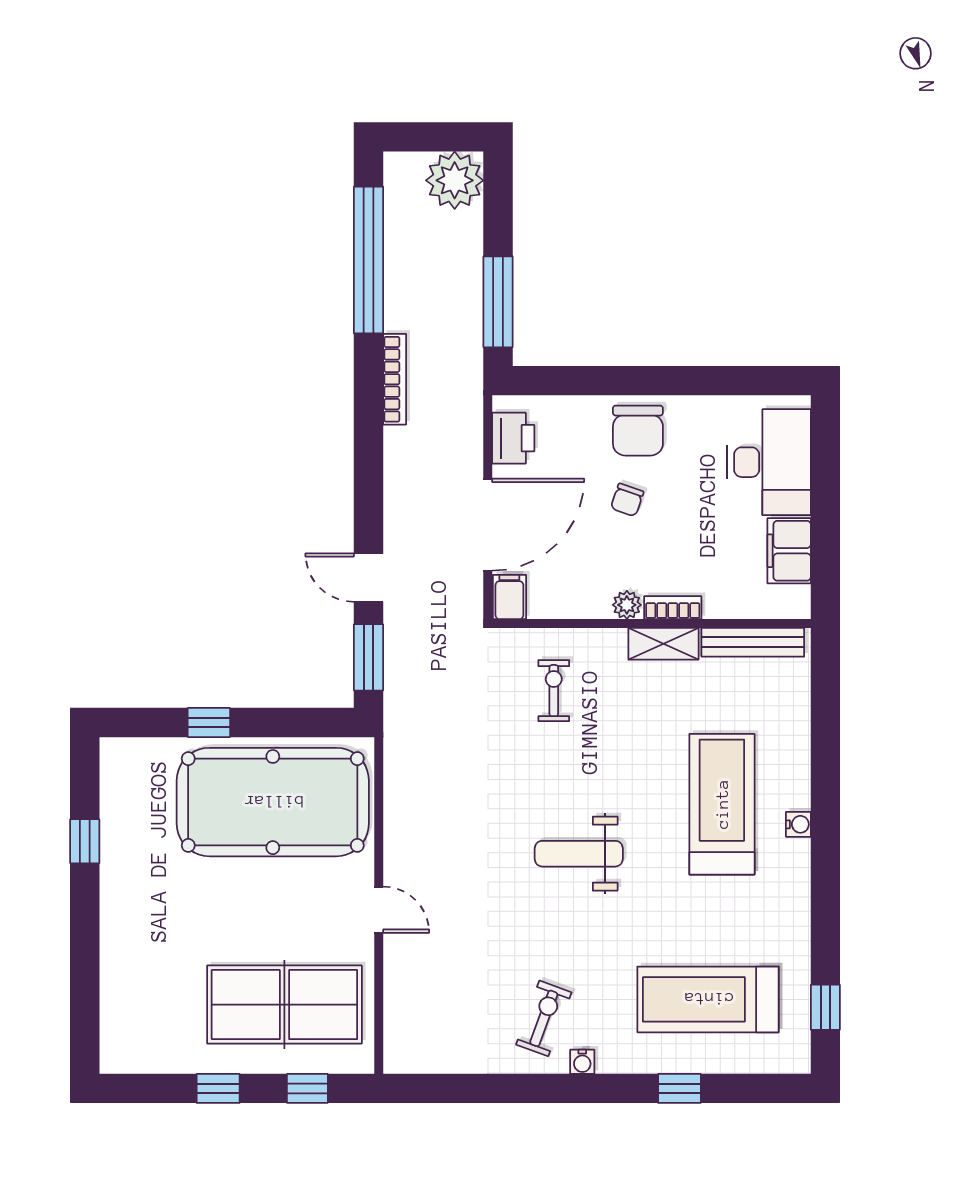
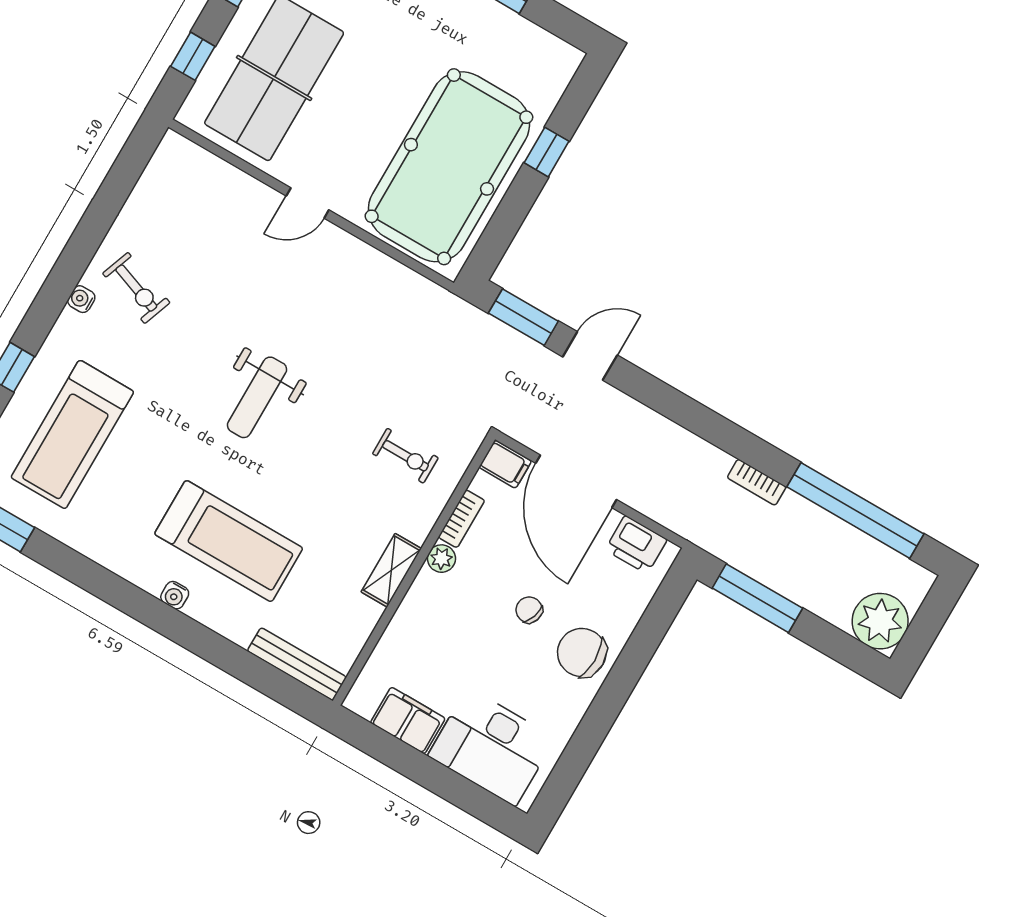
bookcase: (395, 379) -> (757, 482), width x0.64
bookcase: (673, 608) -> (461, 519), moved
bench: (753, 642) -> (297, 664), moved, turned 90
weight bench: (579, 854) -> (257, 397), turned 180
treadmill: (708, 999) -> (72, 434), turned 180

